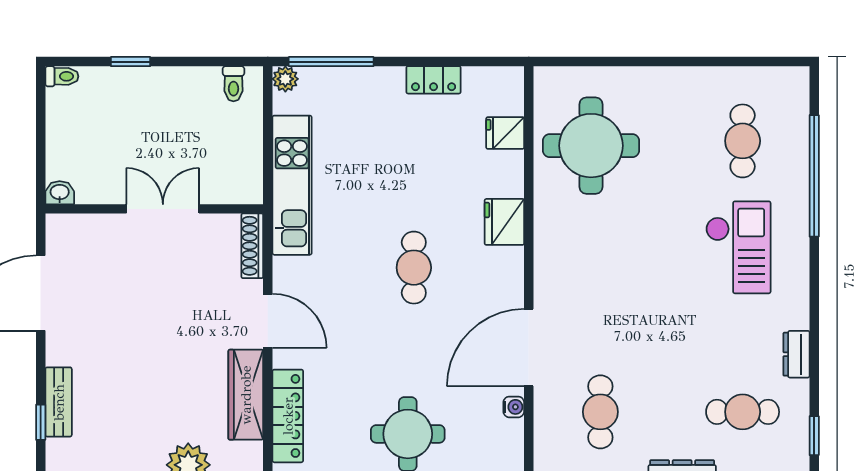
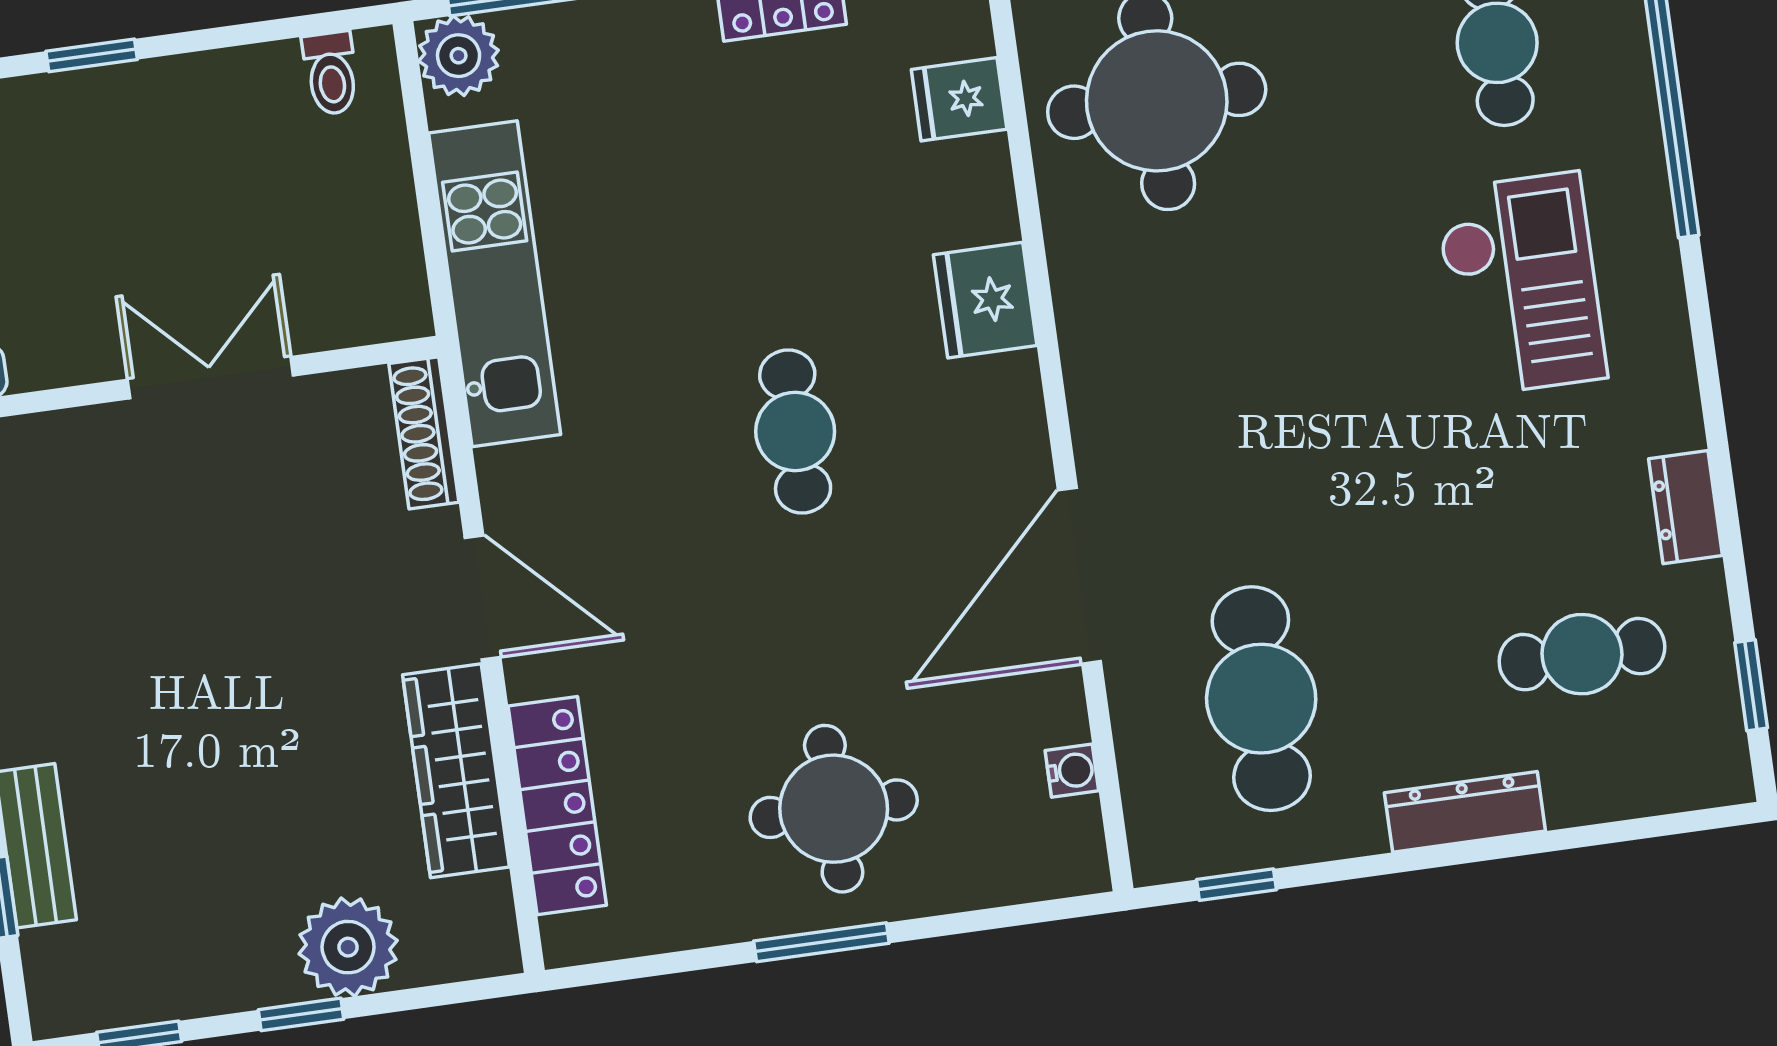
plant: (285, 79) -> (459, 56), width x1.38, depth x1.38
water cooler: (514, 407) -> (1072, 771), moved
cafe table: (600, 412) -> (1261, 699), width x1.37, depth x1.35

